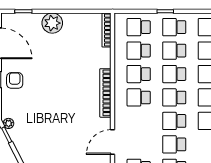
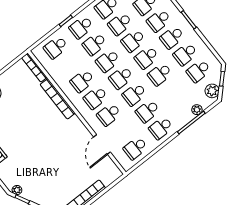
school desk: (139, 51) -> (109, 114), moved
bookcase: (105, 93) -> (58, 99), moved

